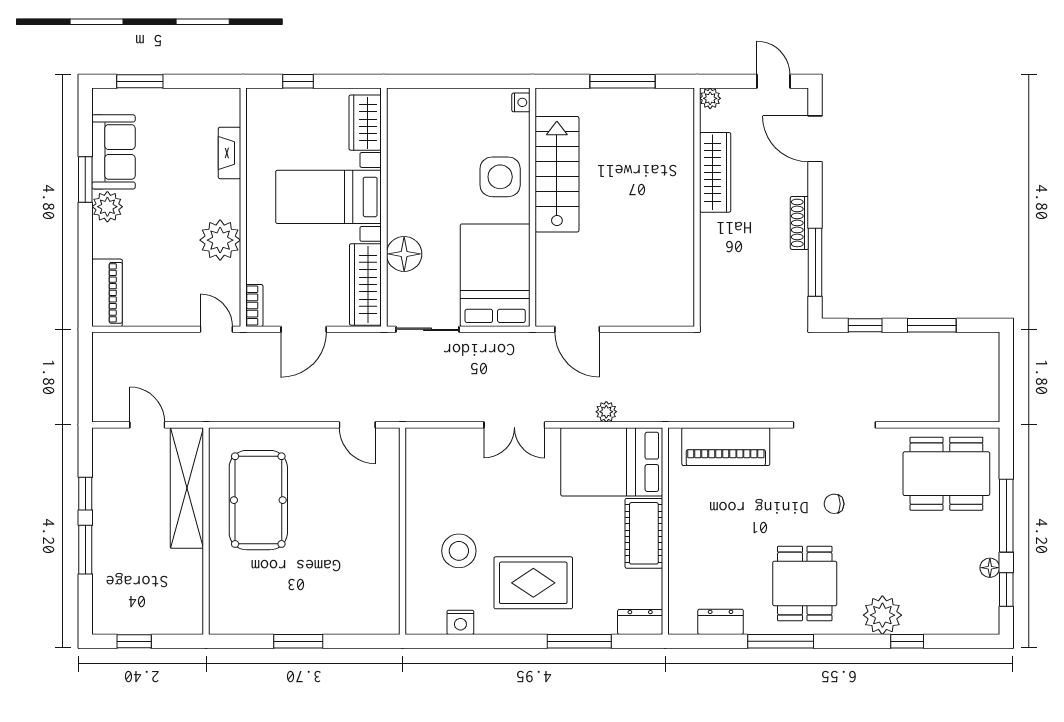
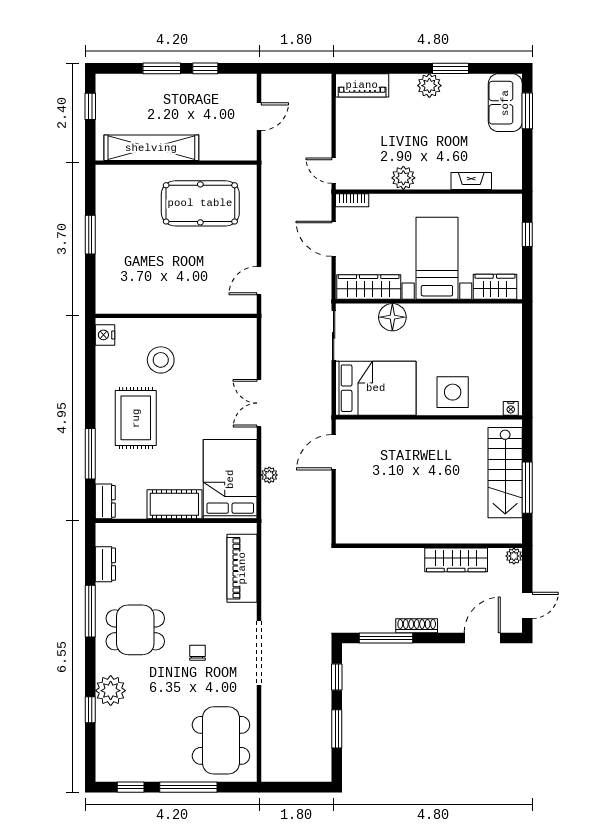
sofa: (113, 152) -> (505, 103), moved, turned 90
stairs: (557, 174) -> (505, 473), moved, turned 90
plant: (220, 240) -> (403, 178), width x0.73, depth x0.73
door: (216, 329) -> (334, 171), swing flipped
shelving: (187, 488) -> (151, 148), moved
floor lamp: (990, 568) -> (148, 774), removed
nightstand: (460, 622) -> (105, 335), moved

